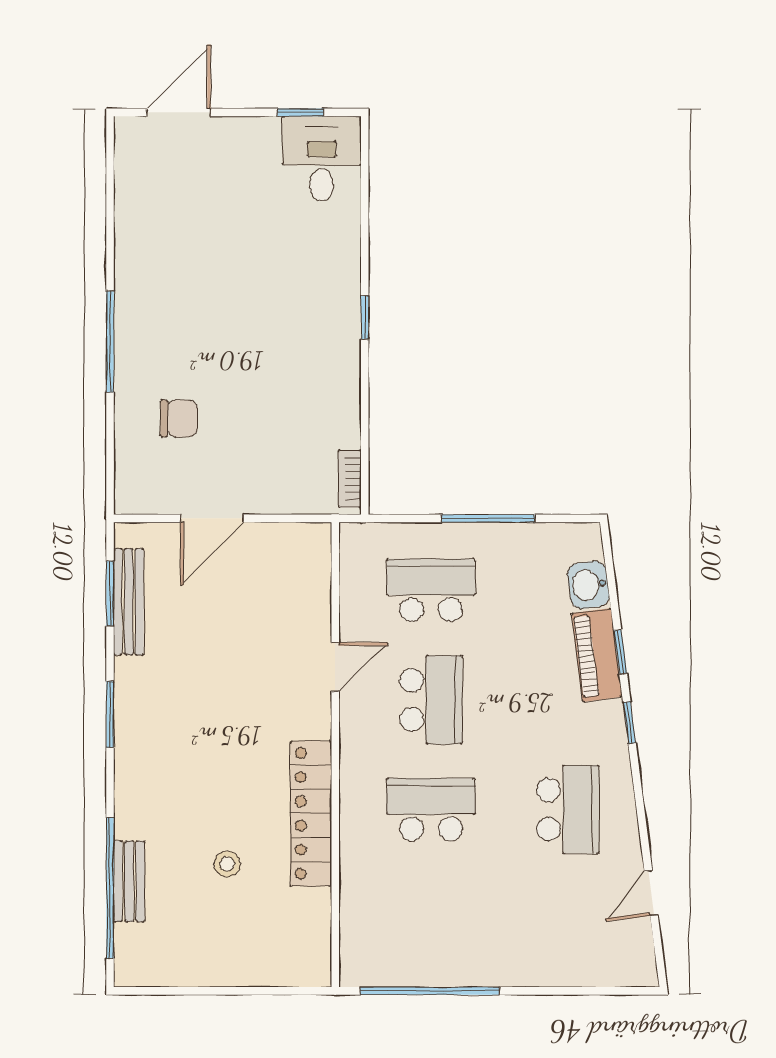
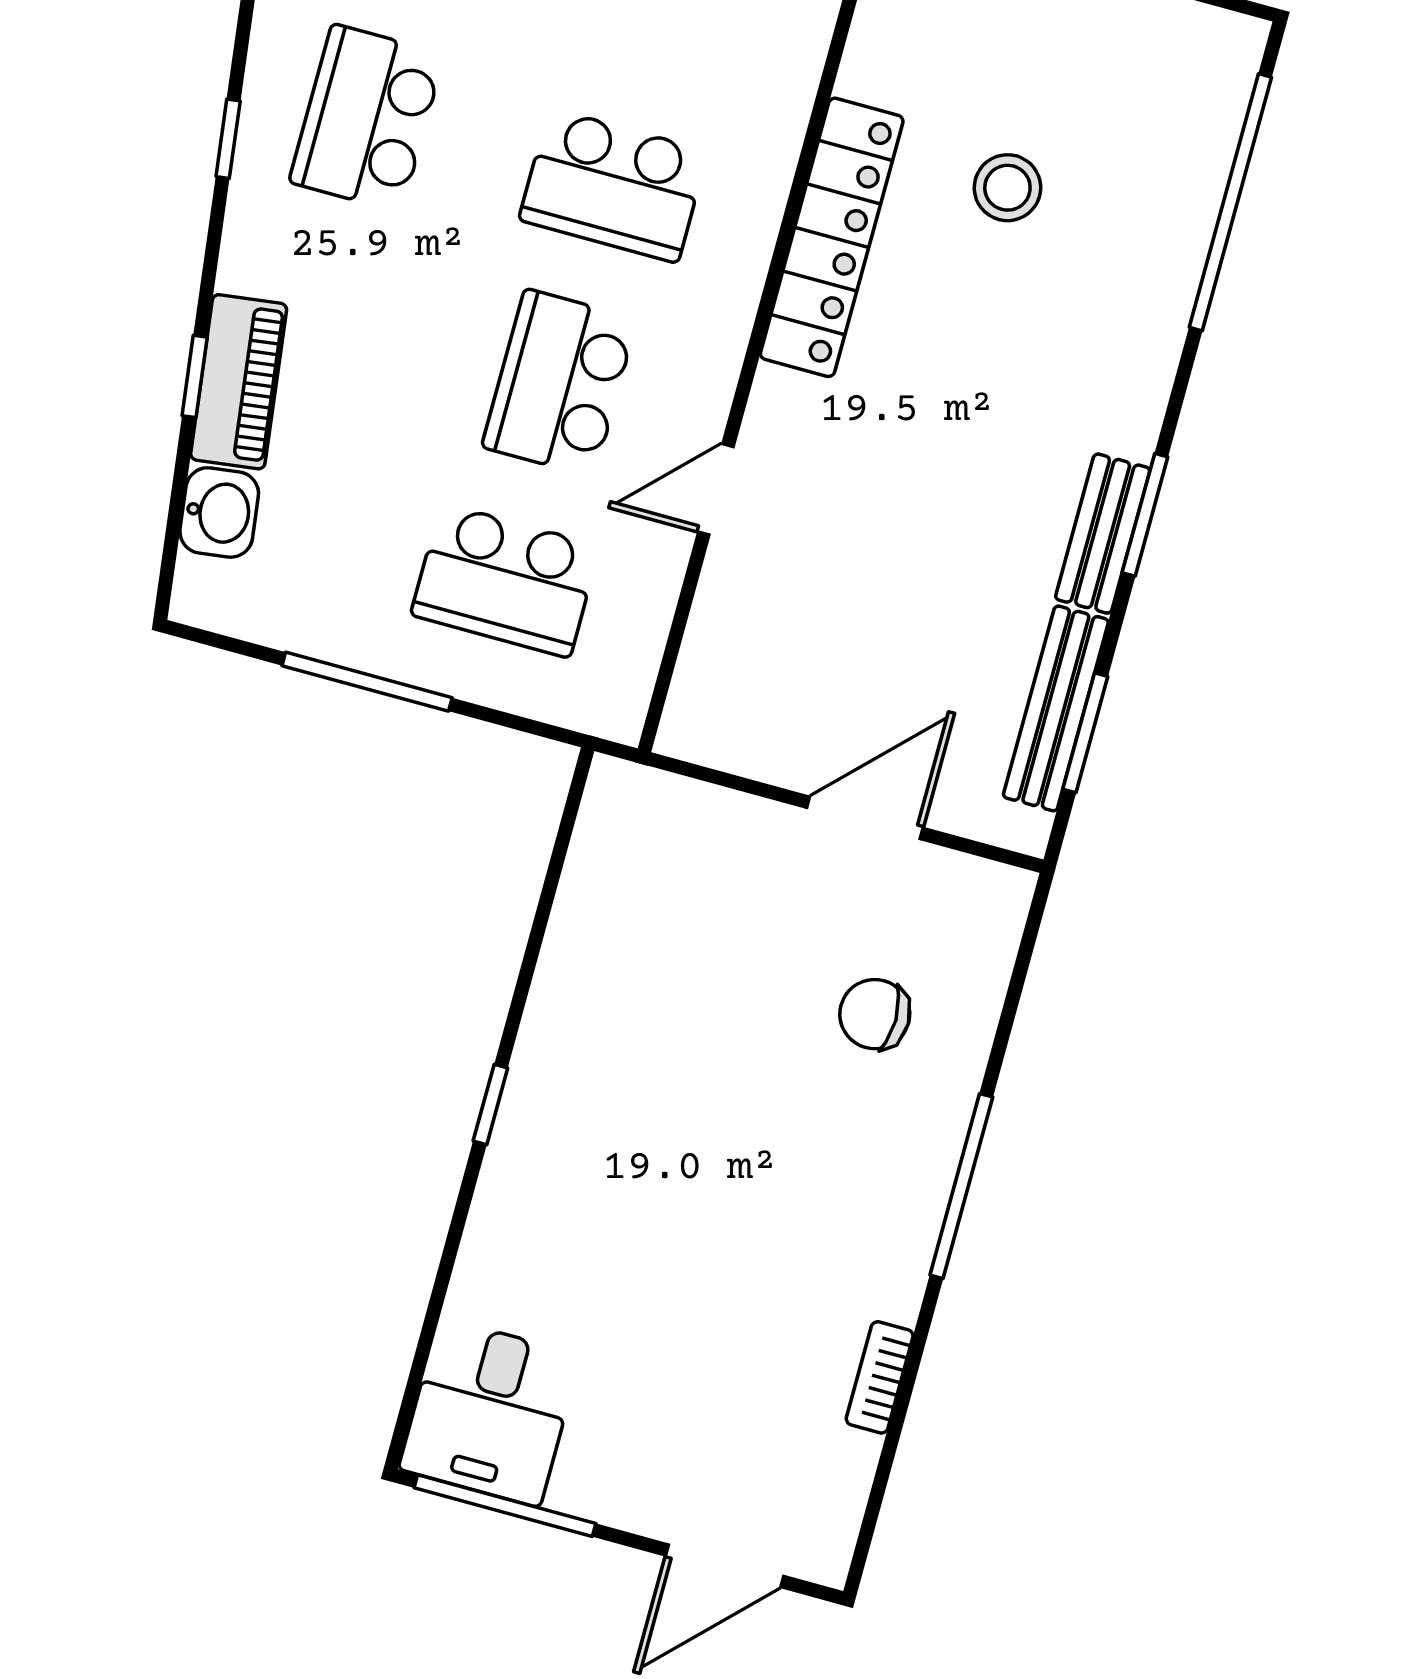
window: (301, 112) -> (505, 1506), width x2.17
bookcase: (350, 479) -> (880, 1377), moved, turned 180
window: (629, 723) -> (228, 139), moved
stool: (227, 864) -> (1007, 188), width x1.37, depth x1.37
bench: (129, 881) -> (1103, 534), moved

